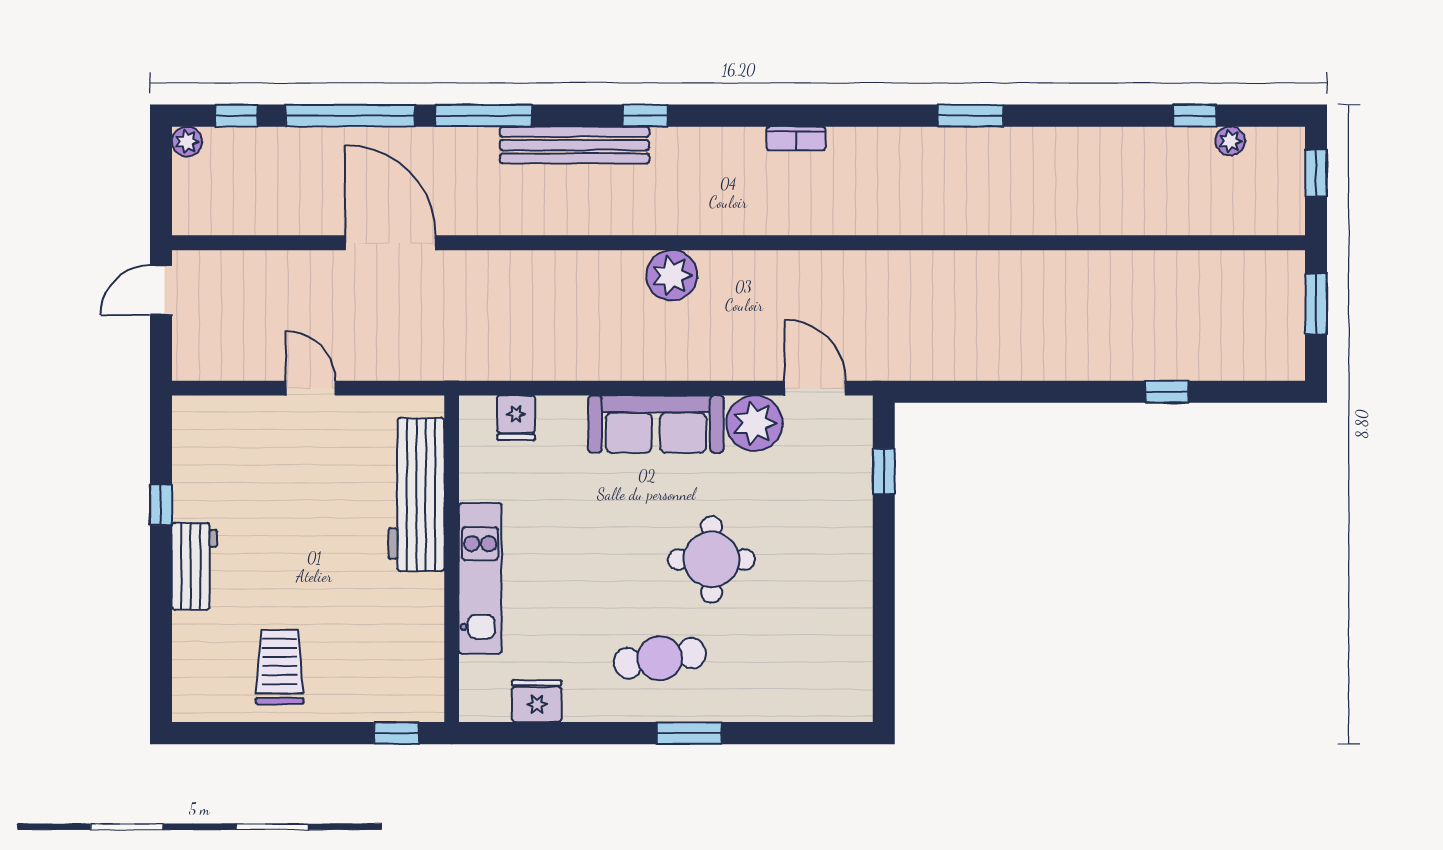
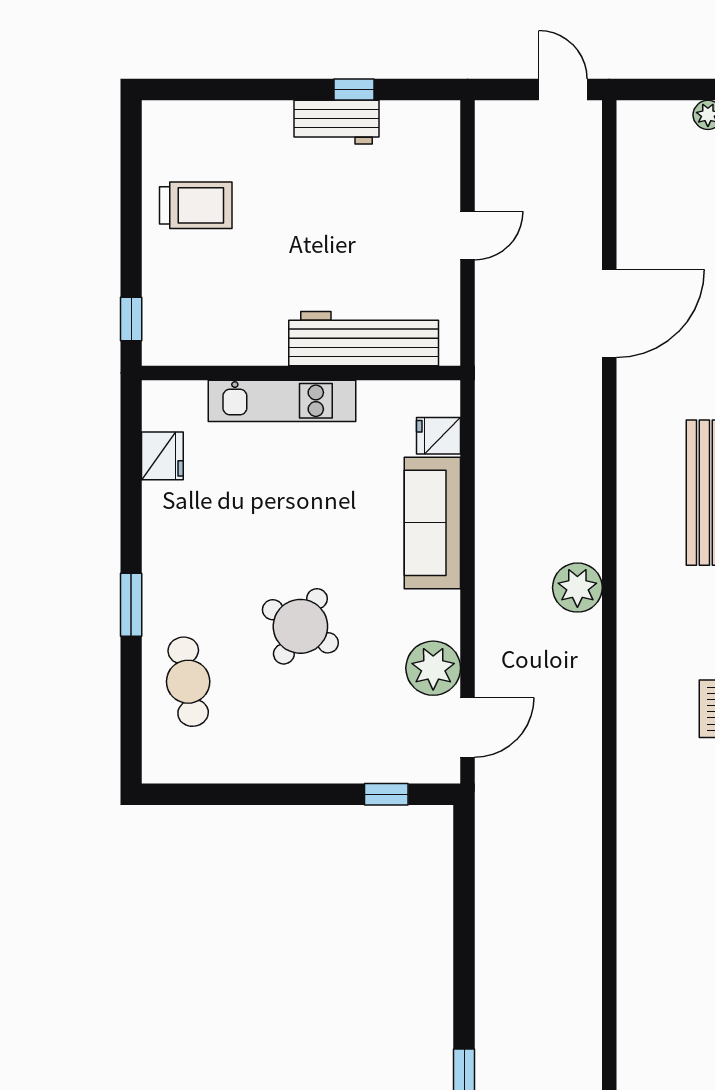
sofa: (656, 424) -> (432, 523), moved
round table: (711, 559) -> (300, 626), turned 31
workbench: (194, 566) -> (337, 122), moved
cafe table: (660, 658) -> (188, 682), moved

